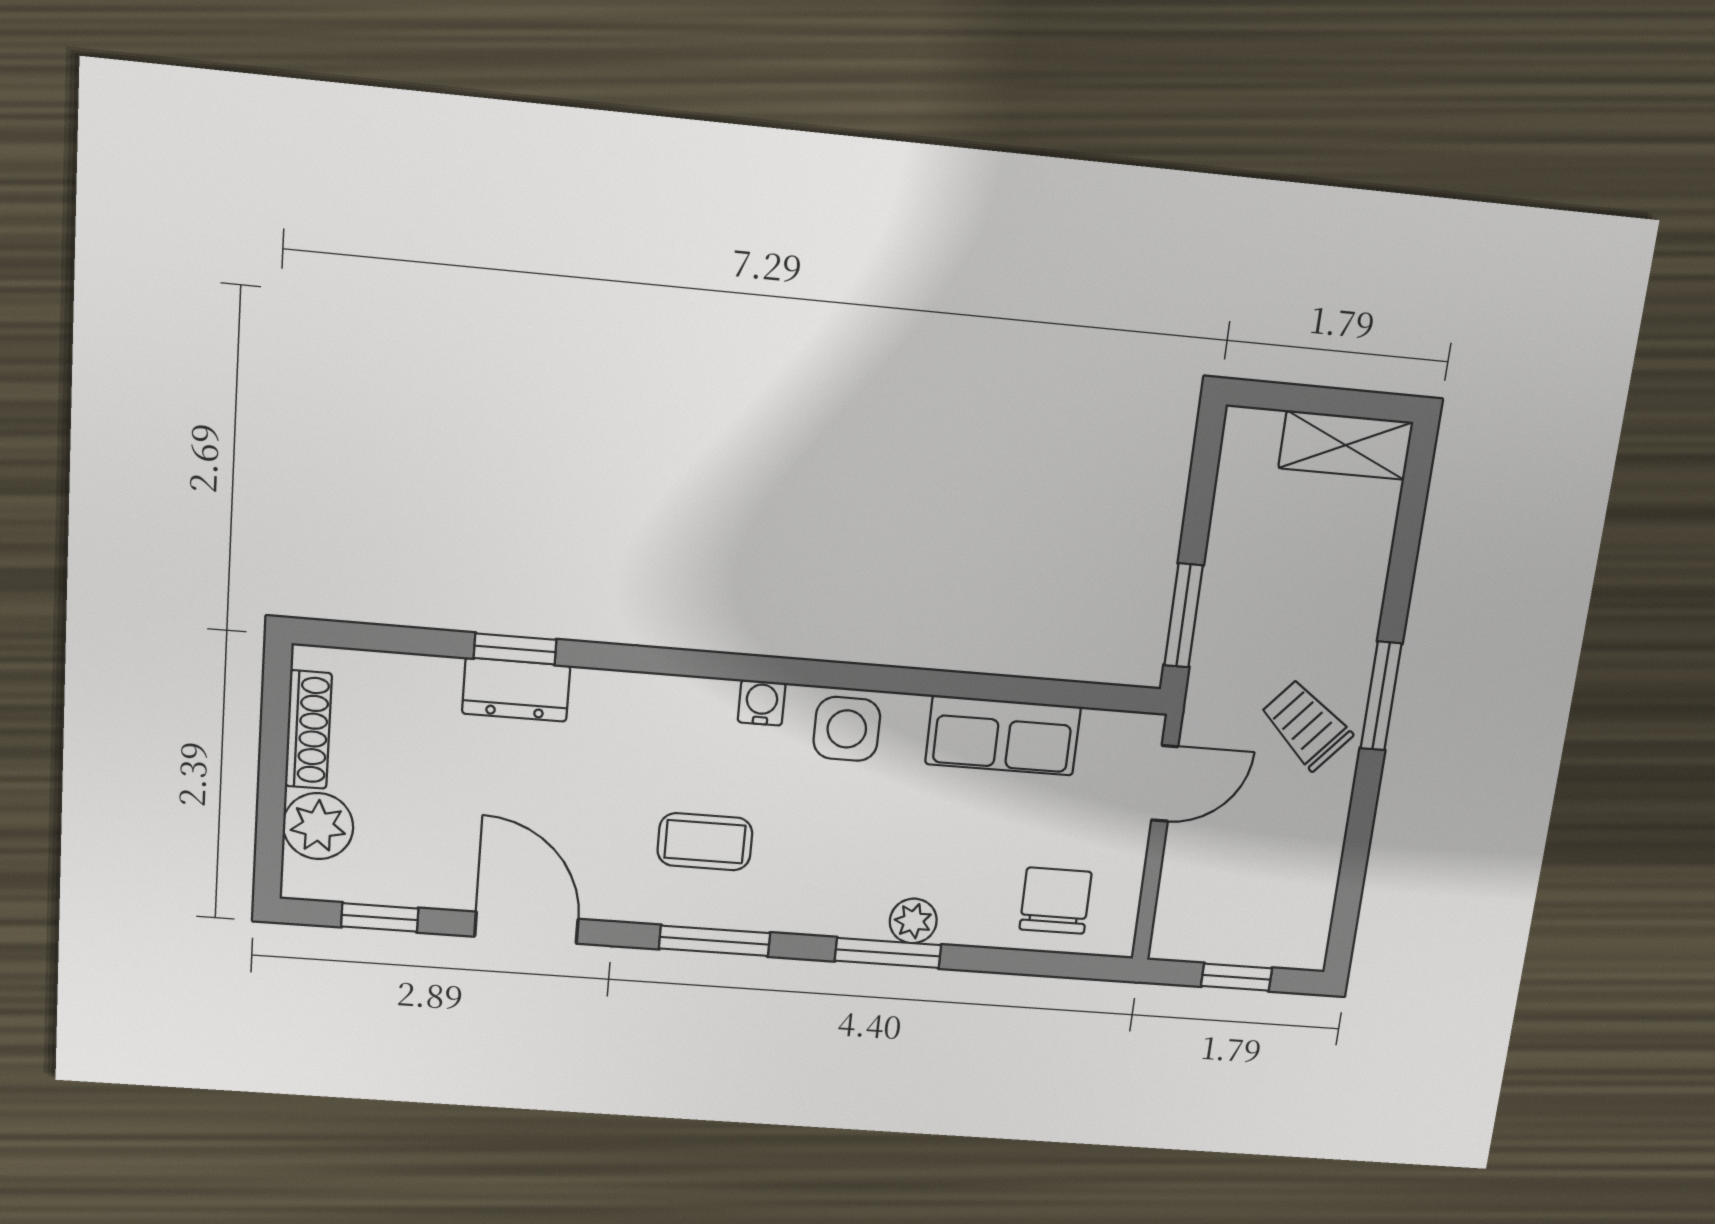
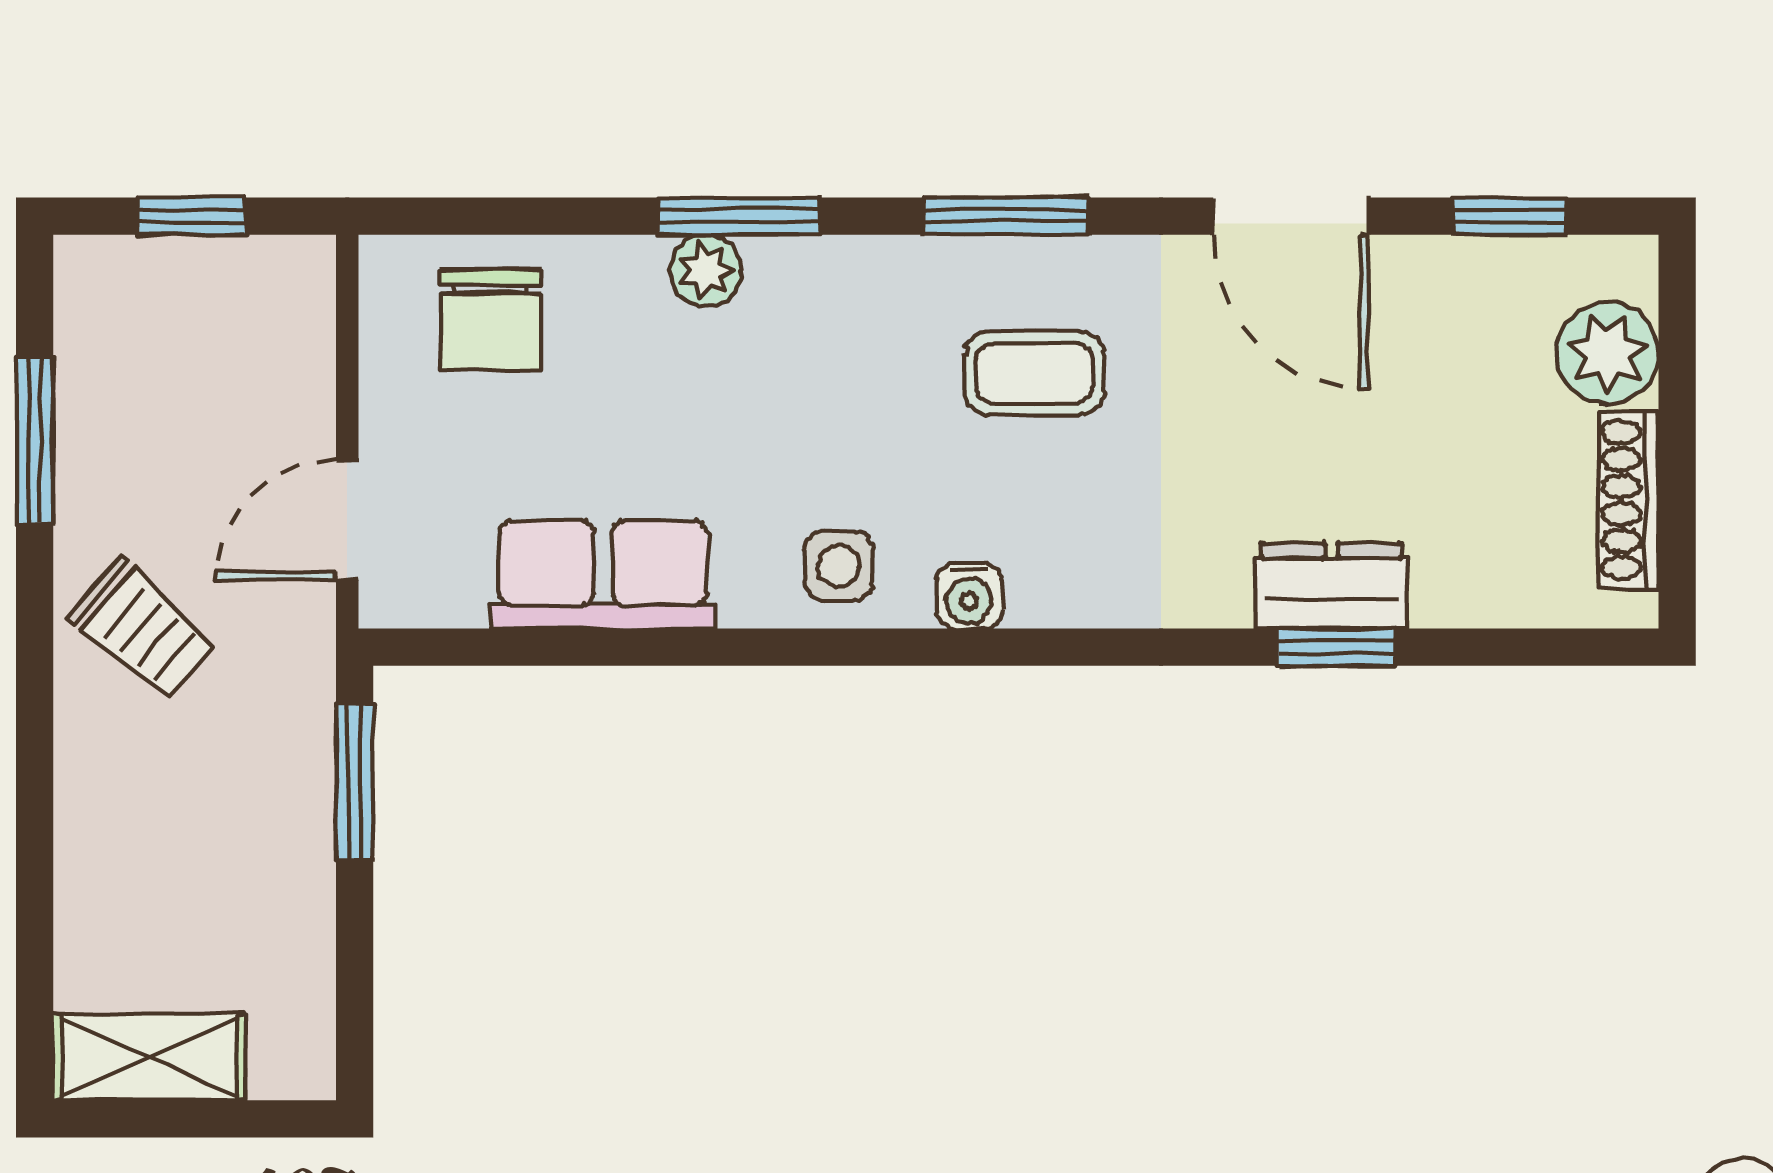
window: (1381, 696) -> (35, 441), moved
side table: (847, 729) -> (839, 566), width x0.73, depth x0.73

